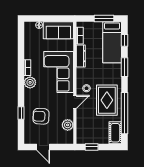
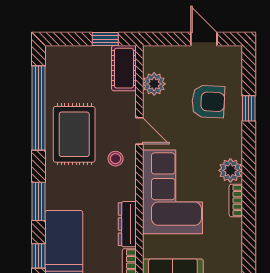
door: (75, 102) -> (139, 131), swing flipped
cot: (115, 133) -> (124, 68), moved

